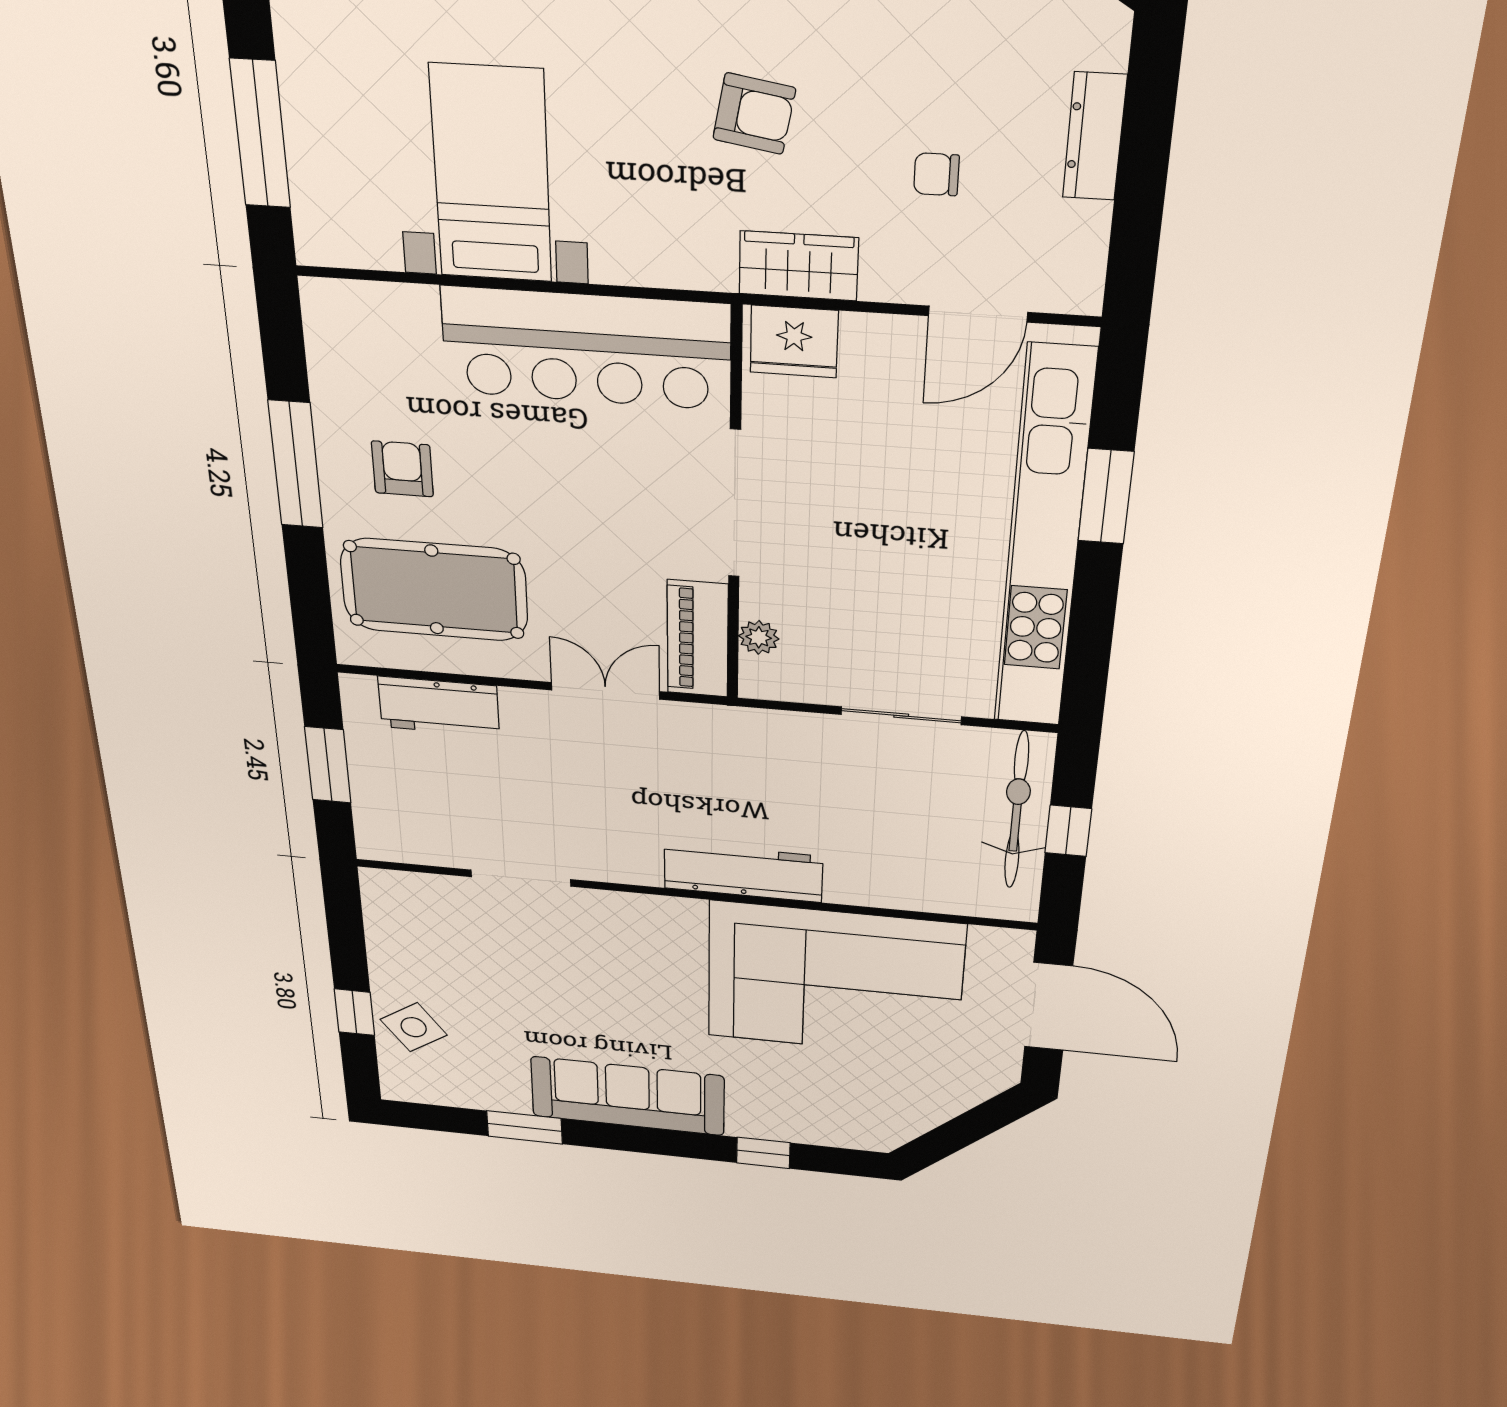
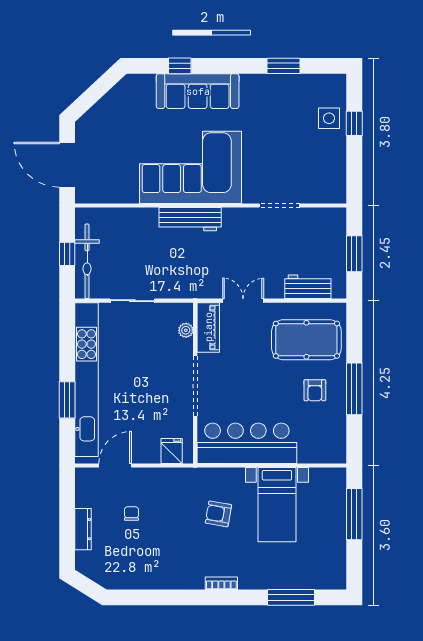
armchair: (754, 114) -> (218, 514), moved
chair: (936, 174) -> (132, 514), turned -90
wardrobe: (798, 266) -> (175, 479), removed
fridge: (794, 342) -> (172, 451), width x0.72
double door: (605, 691) -> (243, 301), swing flipped
corner sofa: (835, 981) -> (190, 167), moved
side table: (414, 1027) -> (329, 118), turned 35
sofa: (628, 1096) -> (198, 91), moved

